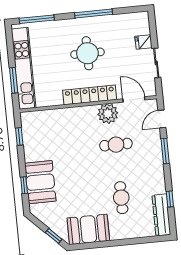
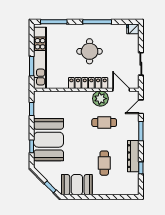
fridge: (143, 42) -> (133, 29), moved
booth: (40, 182) -> (49, 140), width x1.36, depth x1.42
dresser: (161, 215) -> (133, 156), moved

